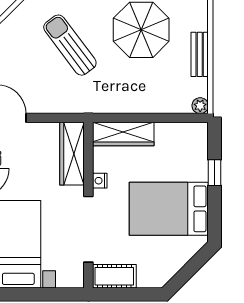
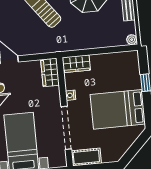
wardrobe: (123, 134) -> (76, 64), width x0.67
wardrobe: (72, 154) -> (50, 72), width x0.67

